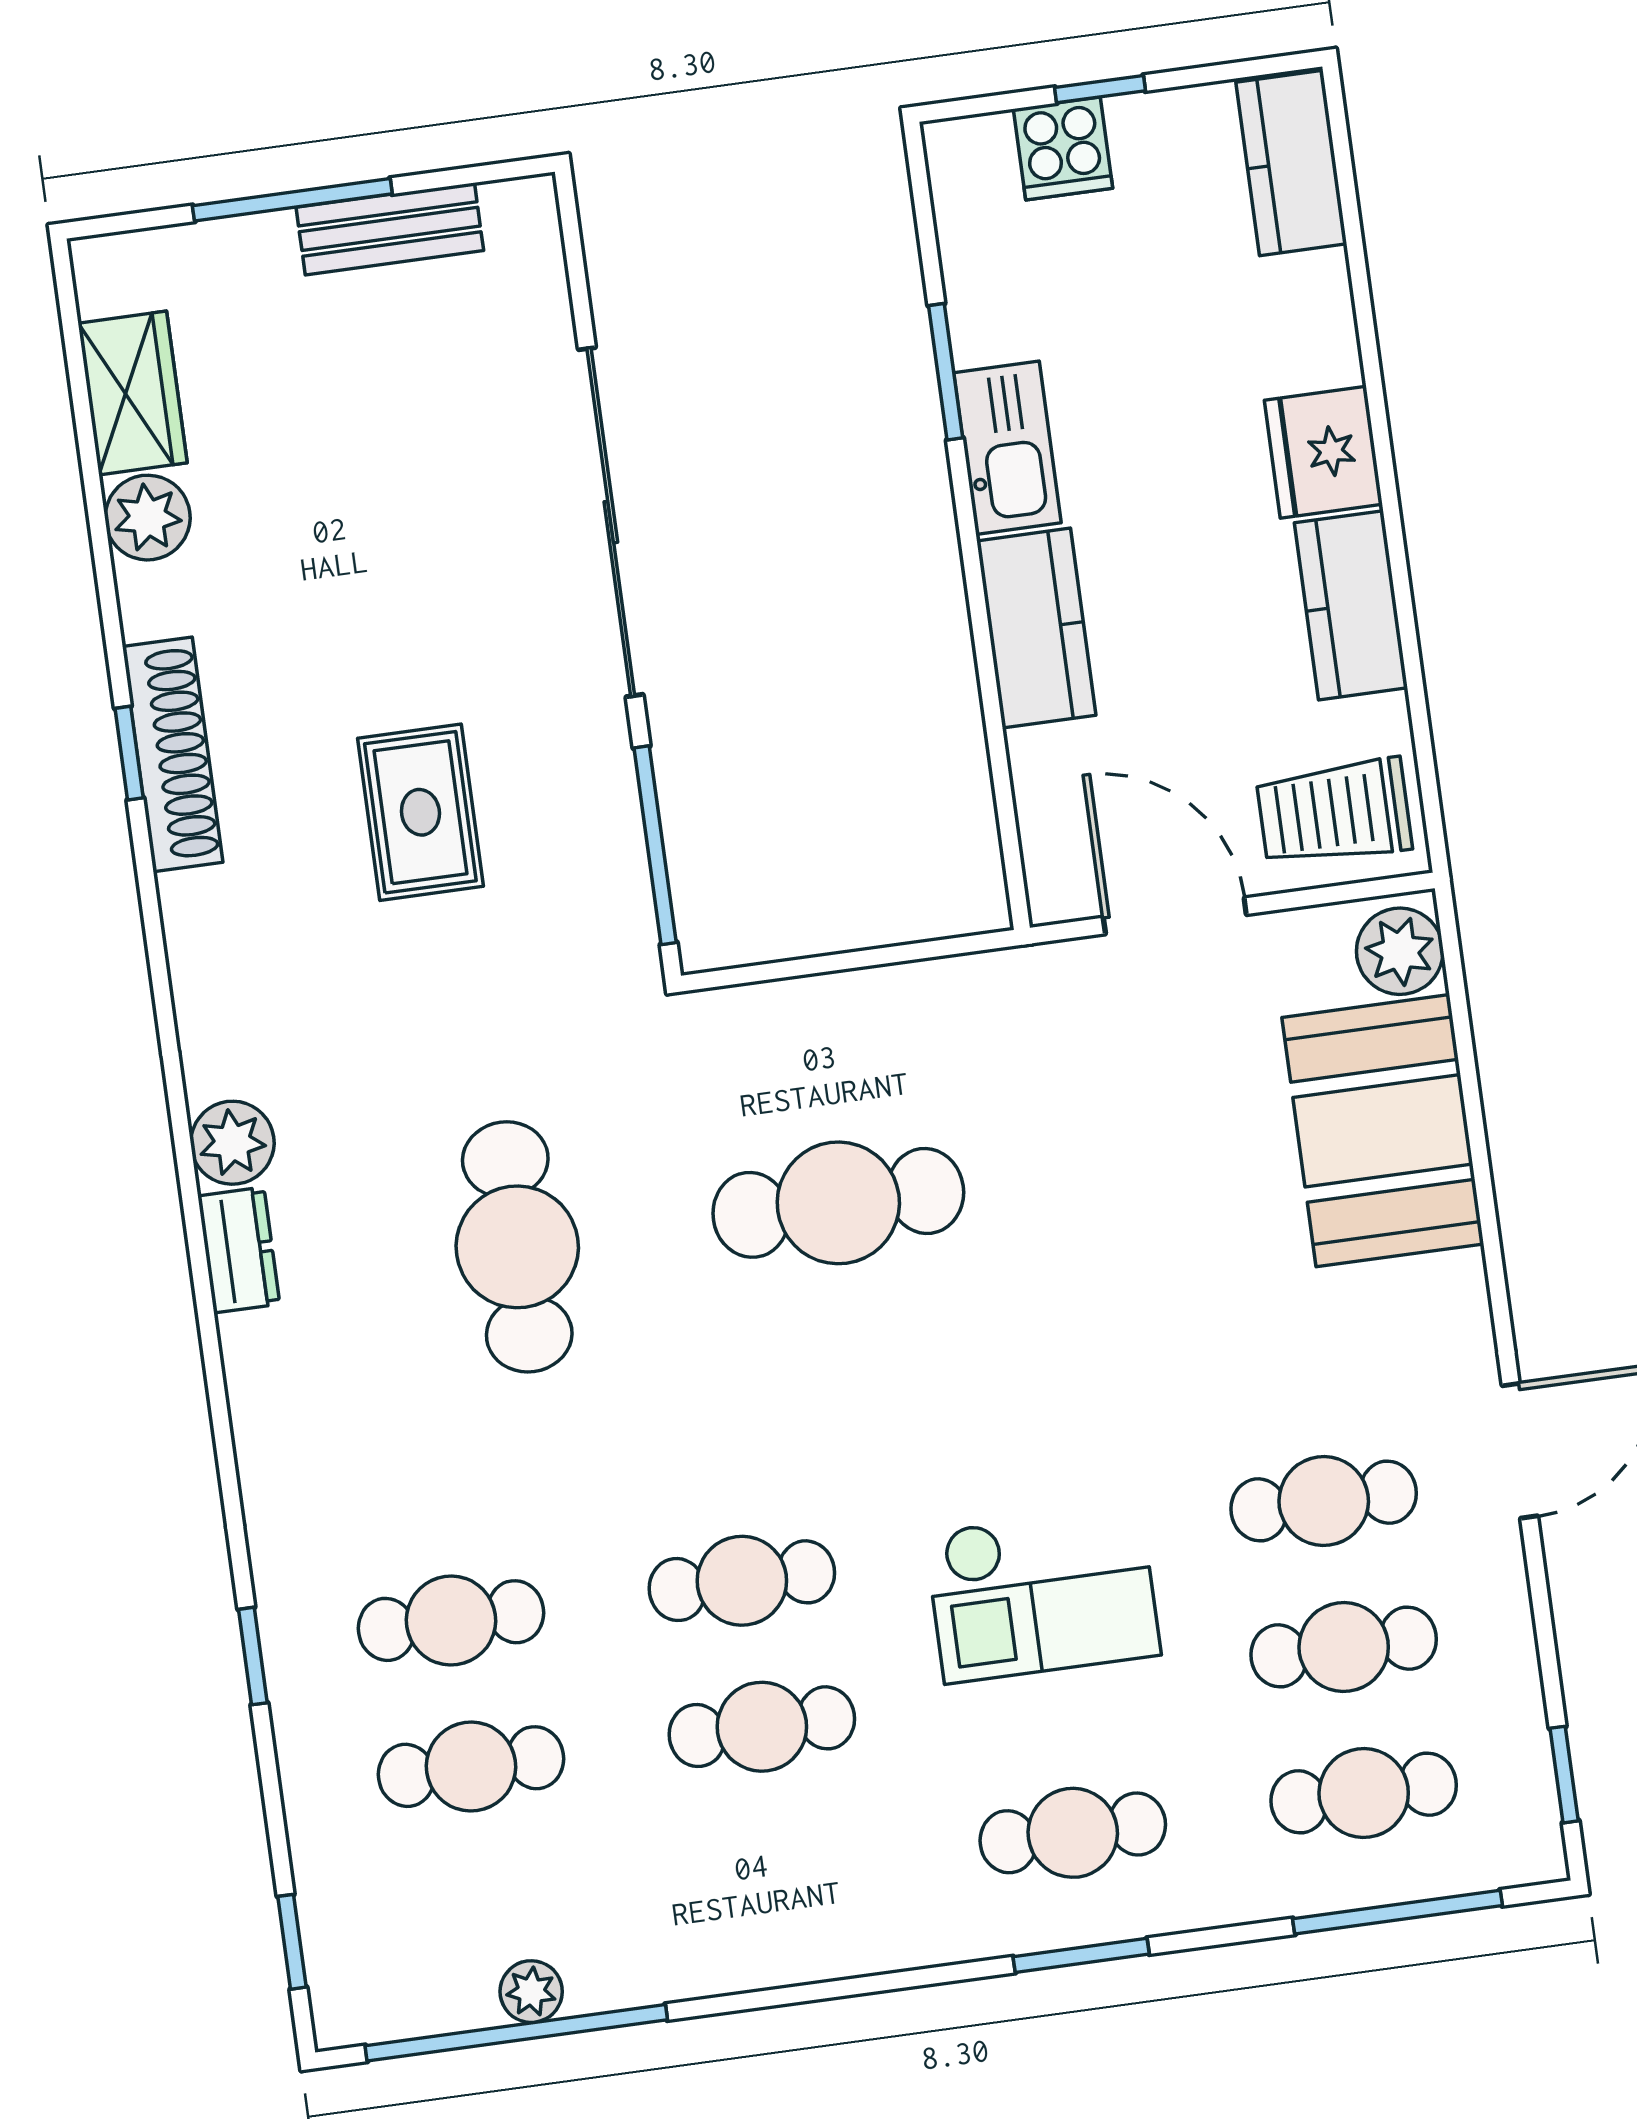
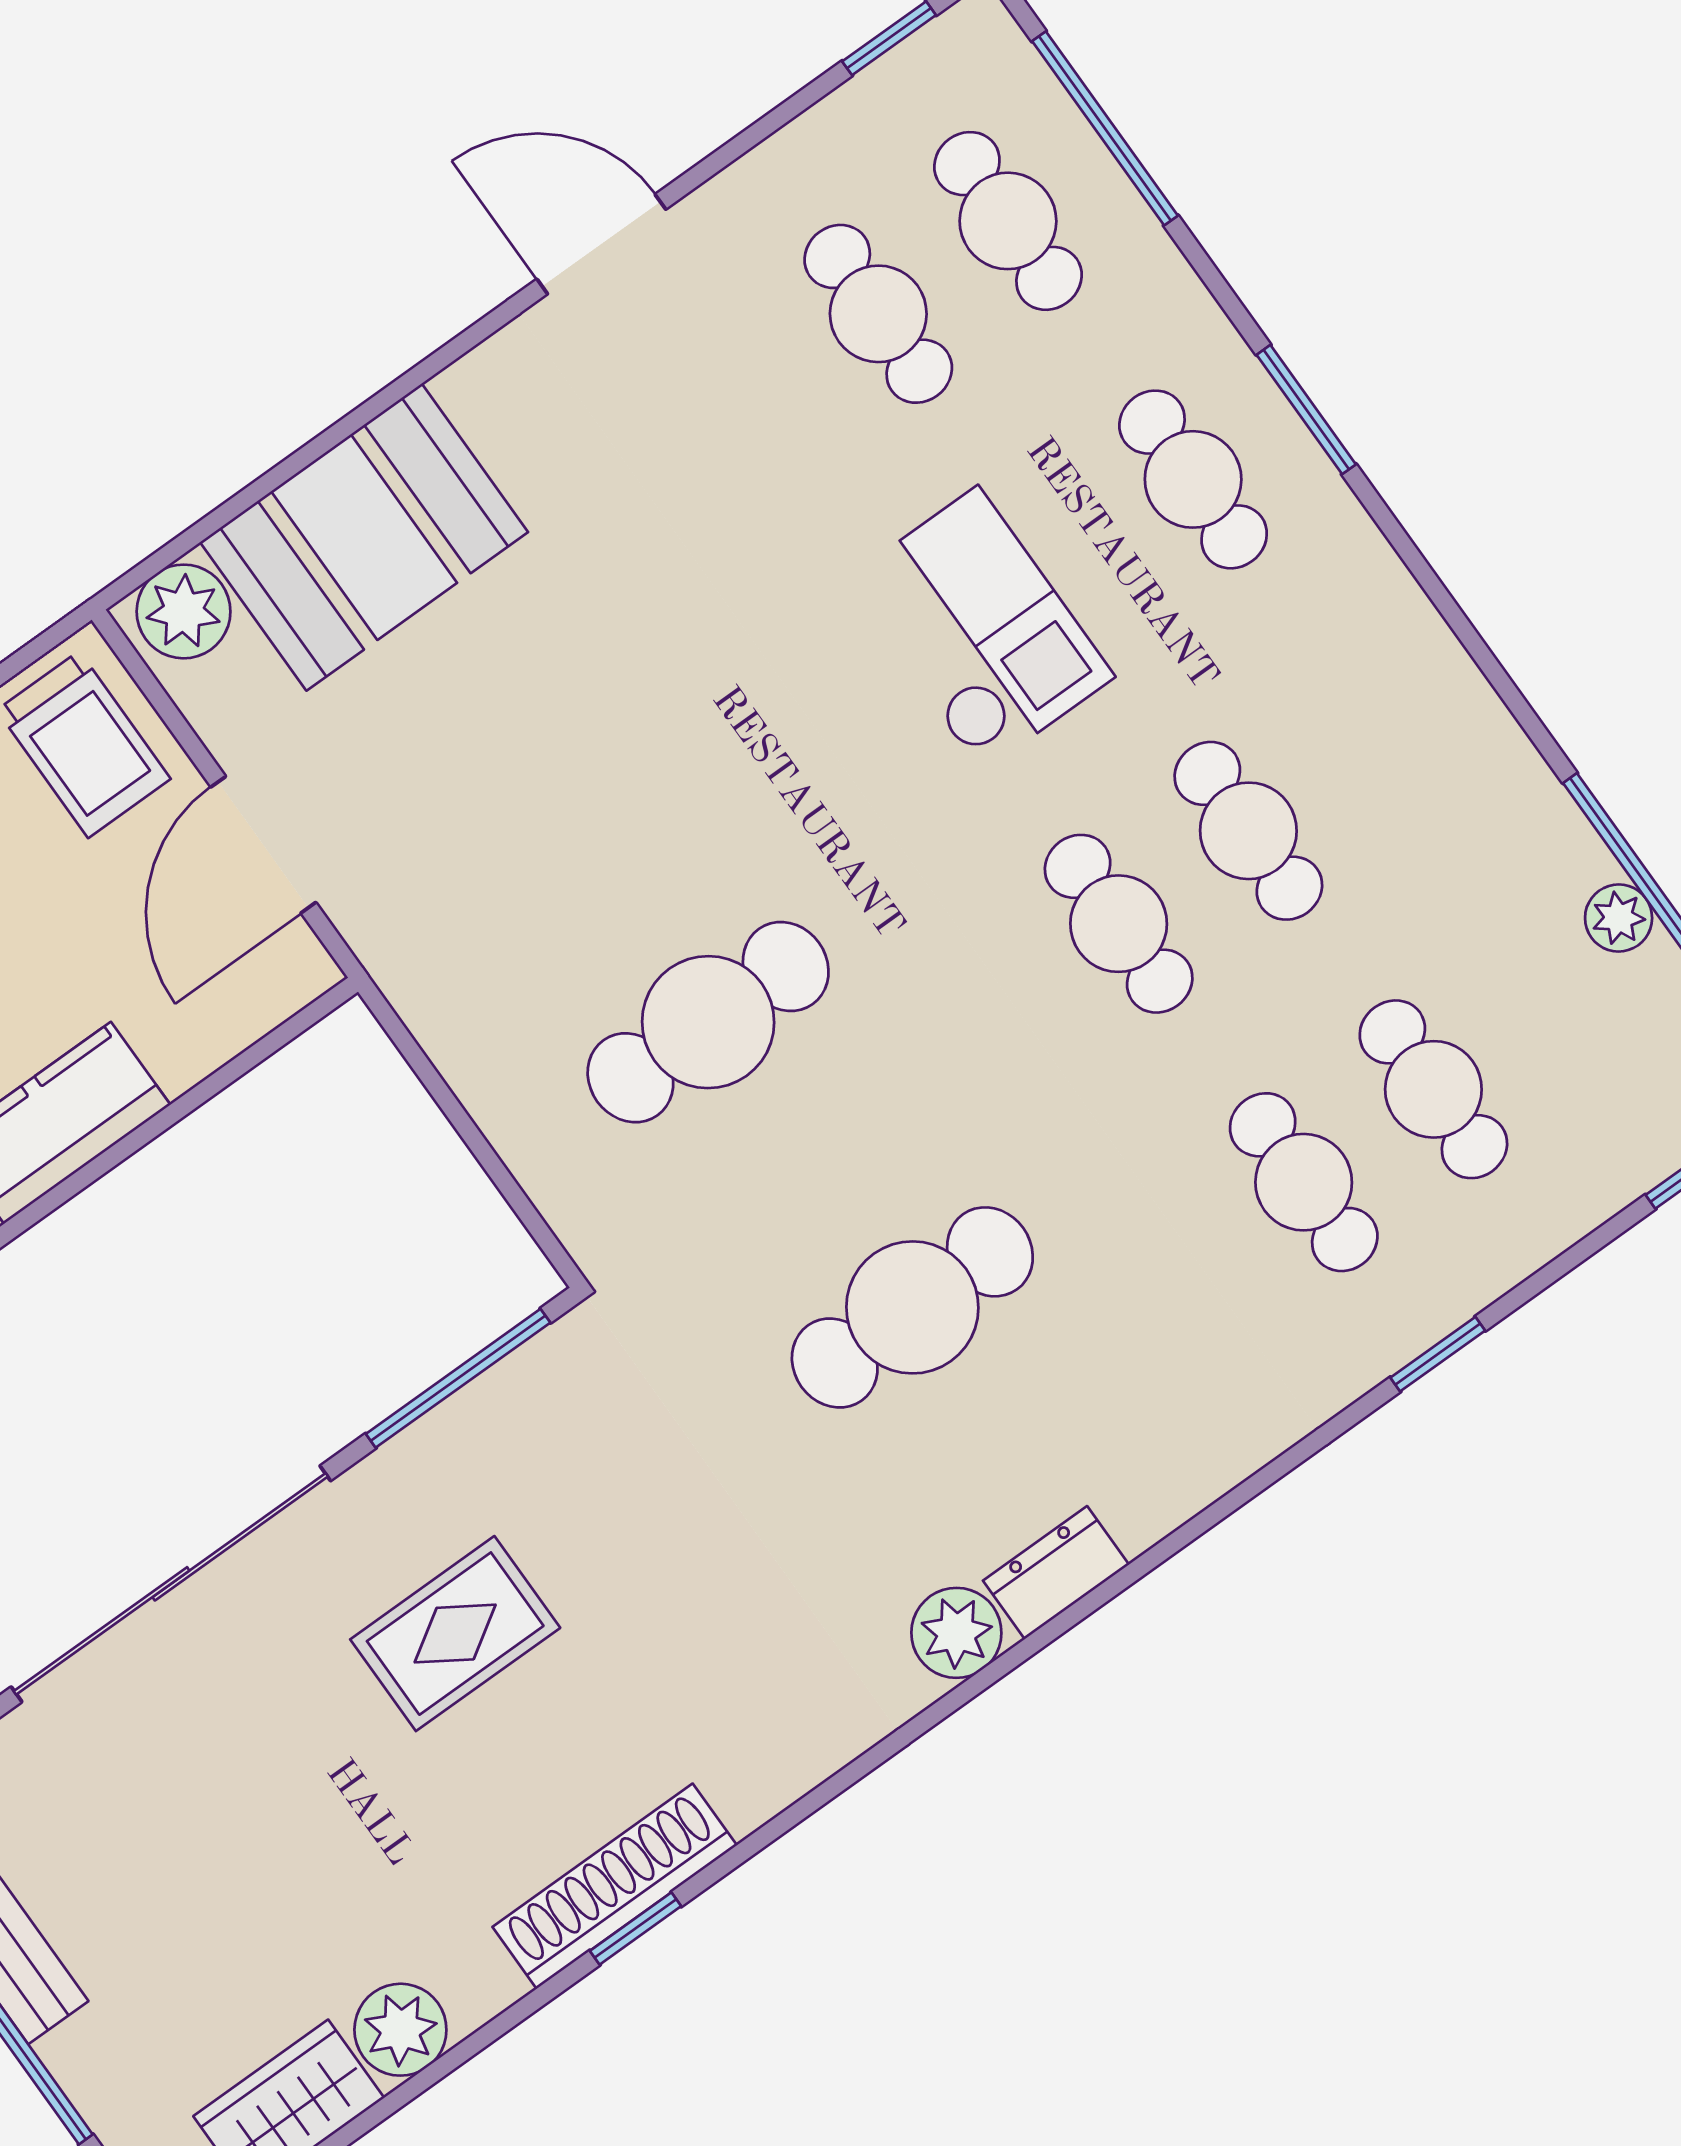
rug: (420, 812) -> (455, 1634), moved
cafe table: (838, 1203) -> (708, 1022), turned 90
cafe table: (1324, 1501) -> (749, 407), removed

